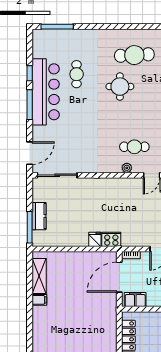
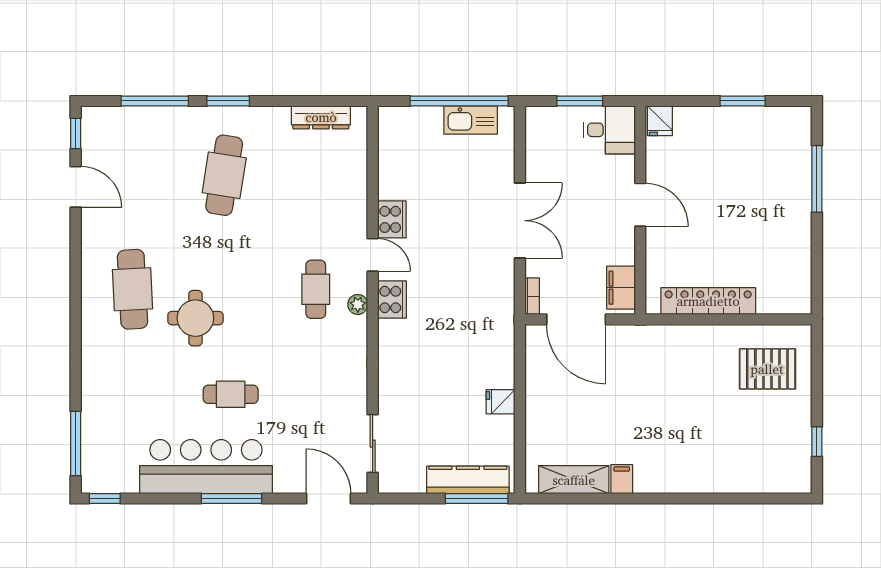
window: (30, 73) -> (105, 499), moved
cafe table: (77, 74) -> (231, 394), moved
sliding door: (57, 175) -> (373, 444), width x0.73
kitchen counter: (39, 216) -> (468, 480), width x1.50
fridge: (95, 239) -> (501, 402), moved
cooker: (111, 239) -> (392, 300), moved, turned 180

